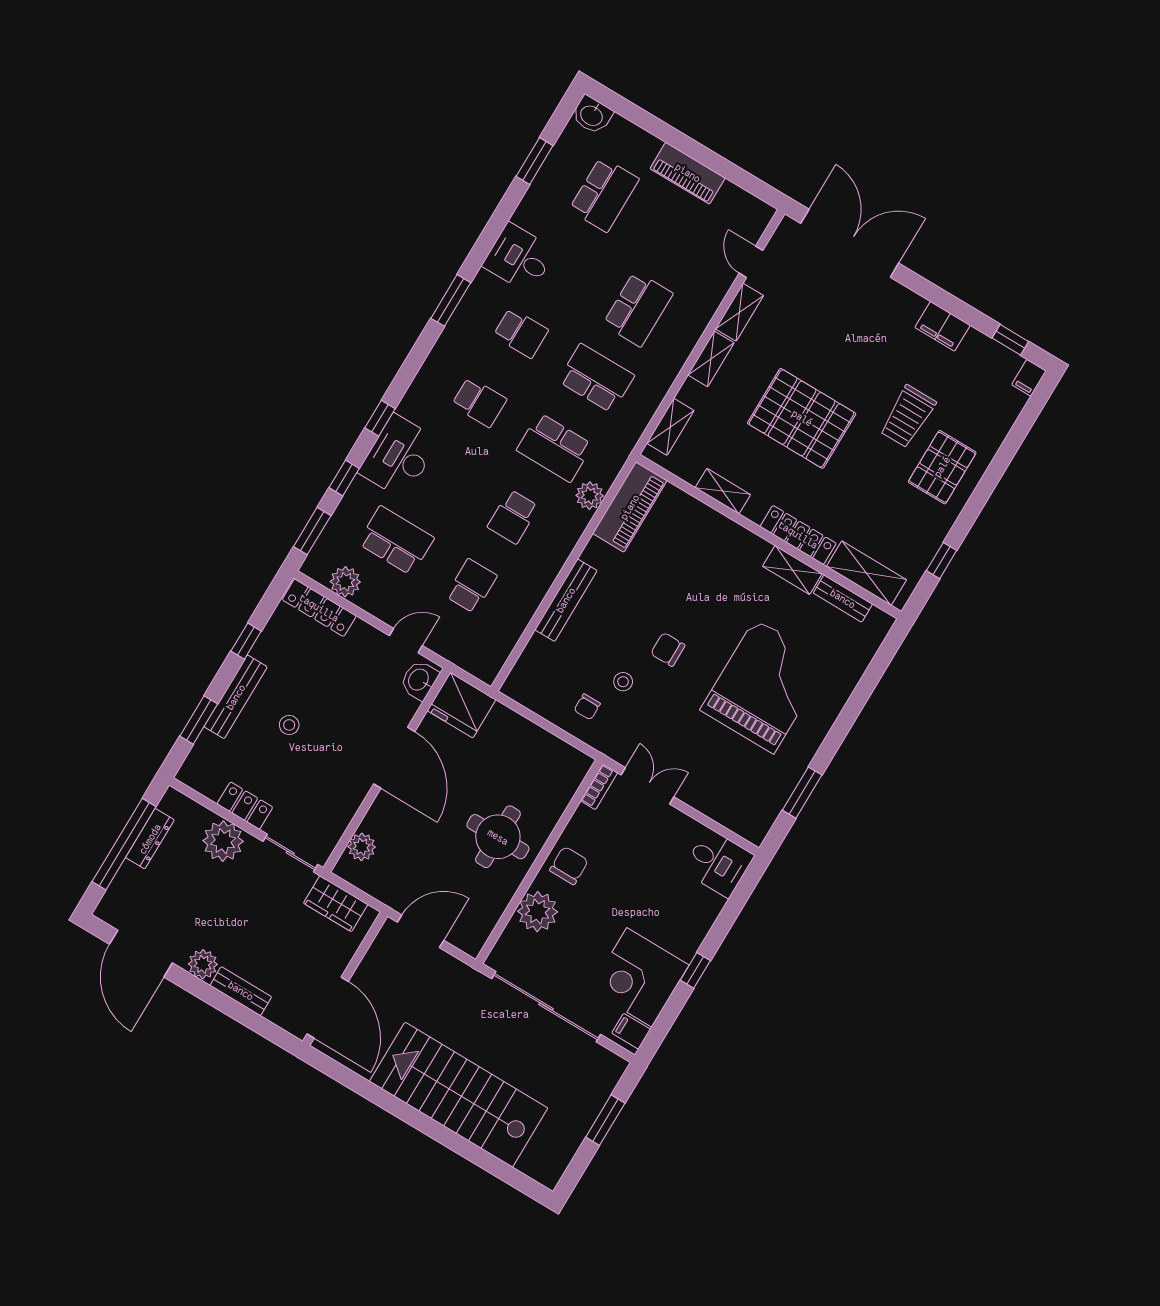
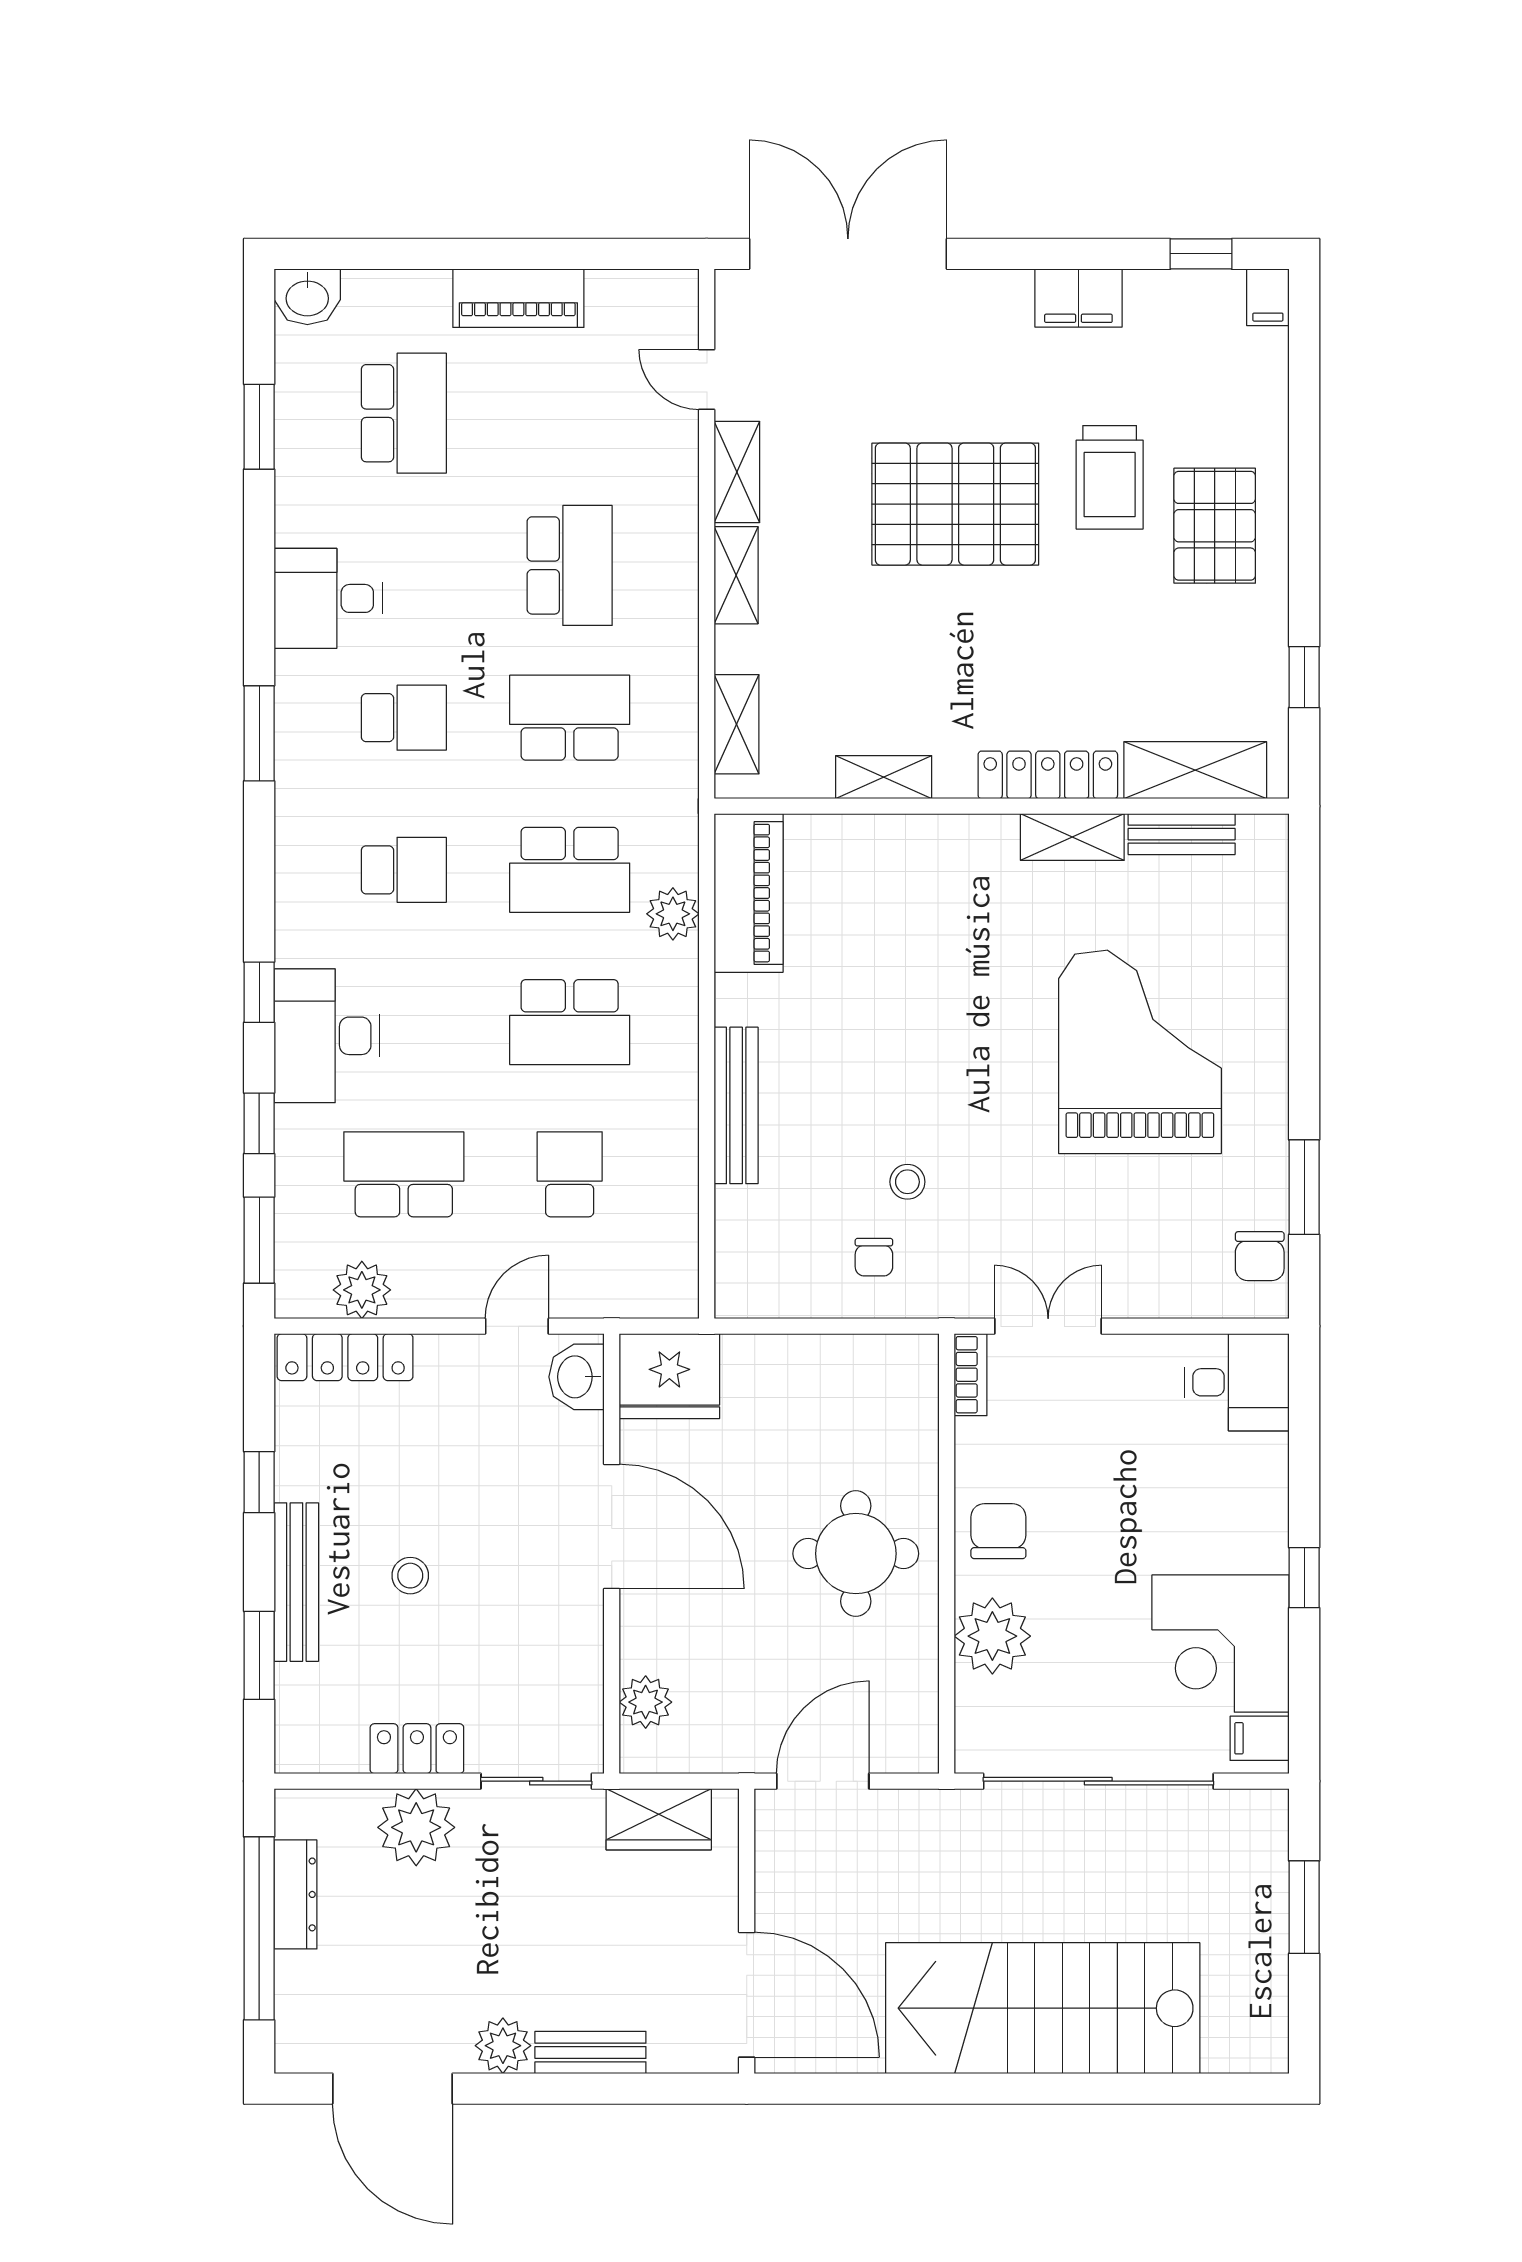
pallet: (802, 418) -> (955, 504), moved
school desk: (513, 517) -> (570, 1022), width x1.85
chair: (668, 649) -> (1260, 1256), moved, turned -90

